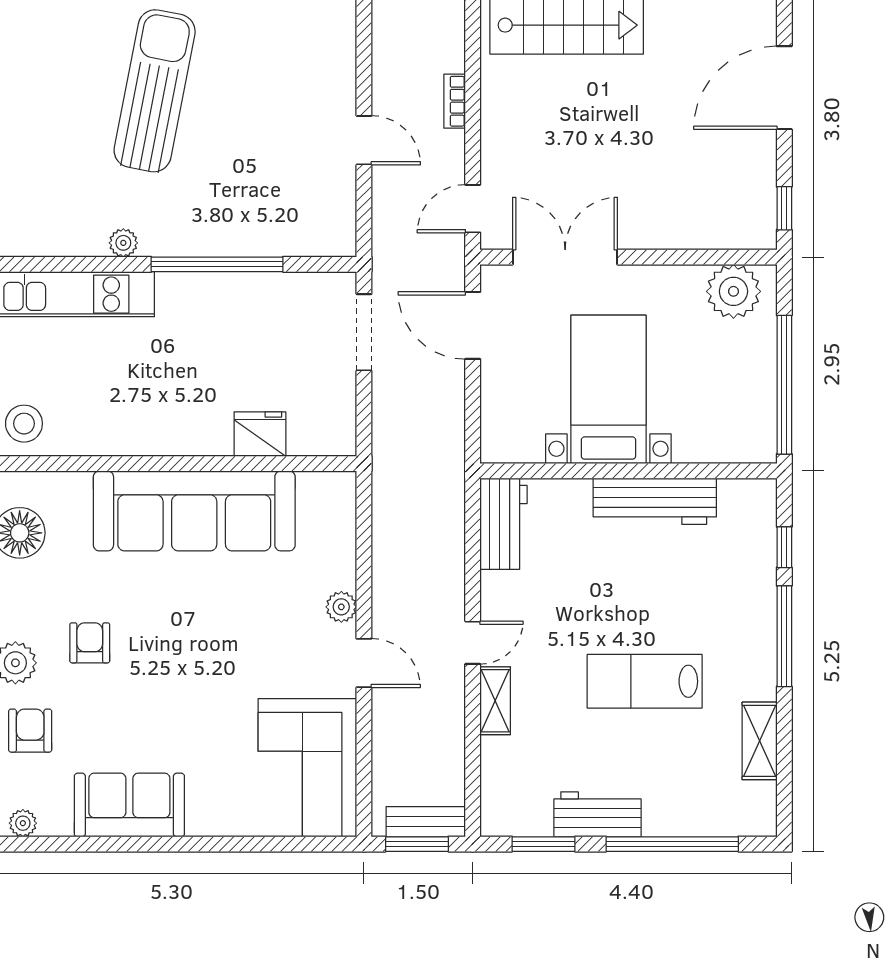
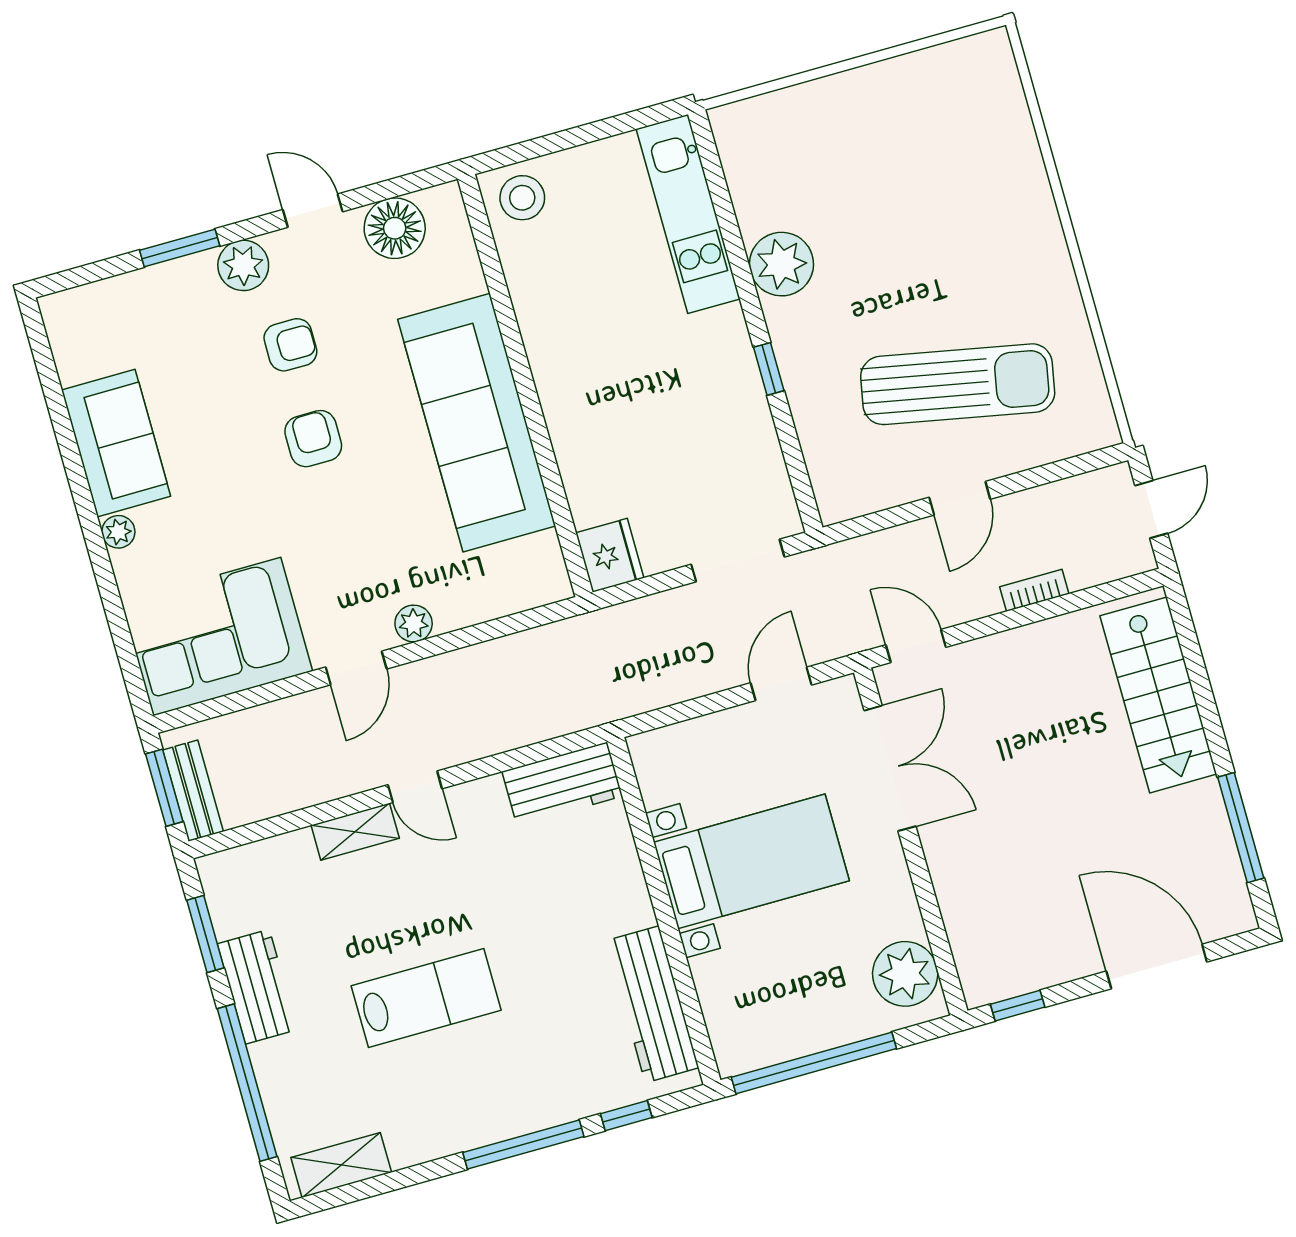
sun lounger: (155, 91) -> (958, 384), moved
plant: (123, 243) -> (781, 264), width x1.88, depth x1.88
window: (217, 264) -> (769, 369), width x0.32
door: (473, 325) -> (781, 684), width x0.73
fridge: (260, 434) -> (610, 555), moved
workbench: (655, 501) -> (652, 1004), moved
lab bench: (645, 681) -> (426, 998), turned 90
armchair: (30, 731) -> (313, 439), moved, turned -90
shelving: (760, 741) -> (341, 1165), moved
plant: (23, 823) -> (118, 532), moved

